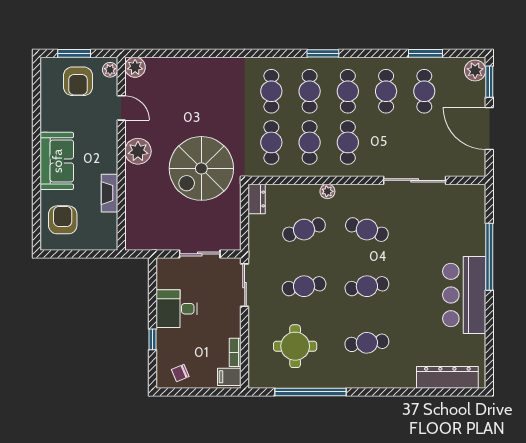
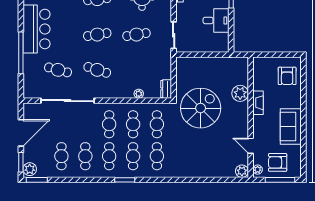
window: (74, 53) -> (280, 180), width x1.44
window: (426, 53) -> (37, 180), moved
armchair: (78, 81) -> (278, 162), turned -90
door: (489, 128) -> (21, 133), hinge flipped
plant: (138, 151) -> (240, 93), moved
sofa: (57, 161) -> (291, 127), moved
sliding door: (415, 180) -> (67, 101), width x1.36
plant: (327, 191) -> (139, 94), moved
fireplace: (109, 193) -> (258, 103), moved
cafe table: (304, 230) -> (58, 70), moved, turned 33
sliding door: (200, 254) -> (202, 55), removed

